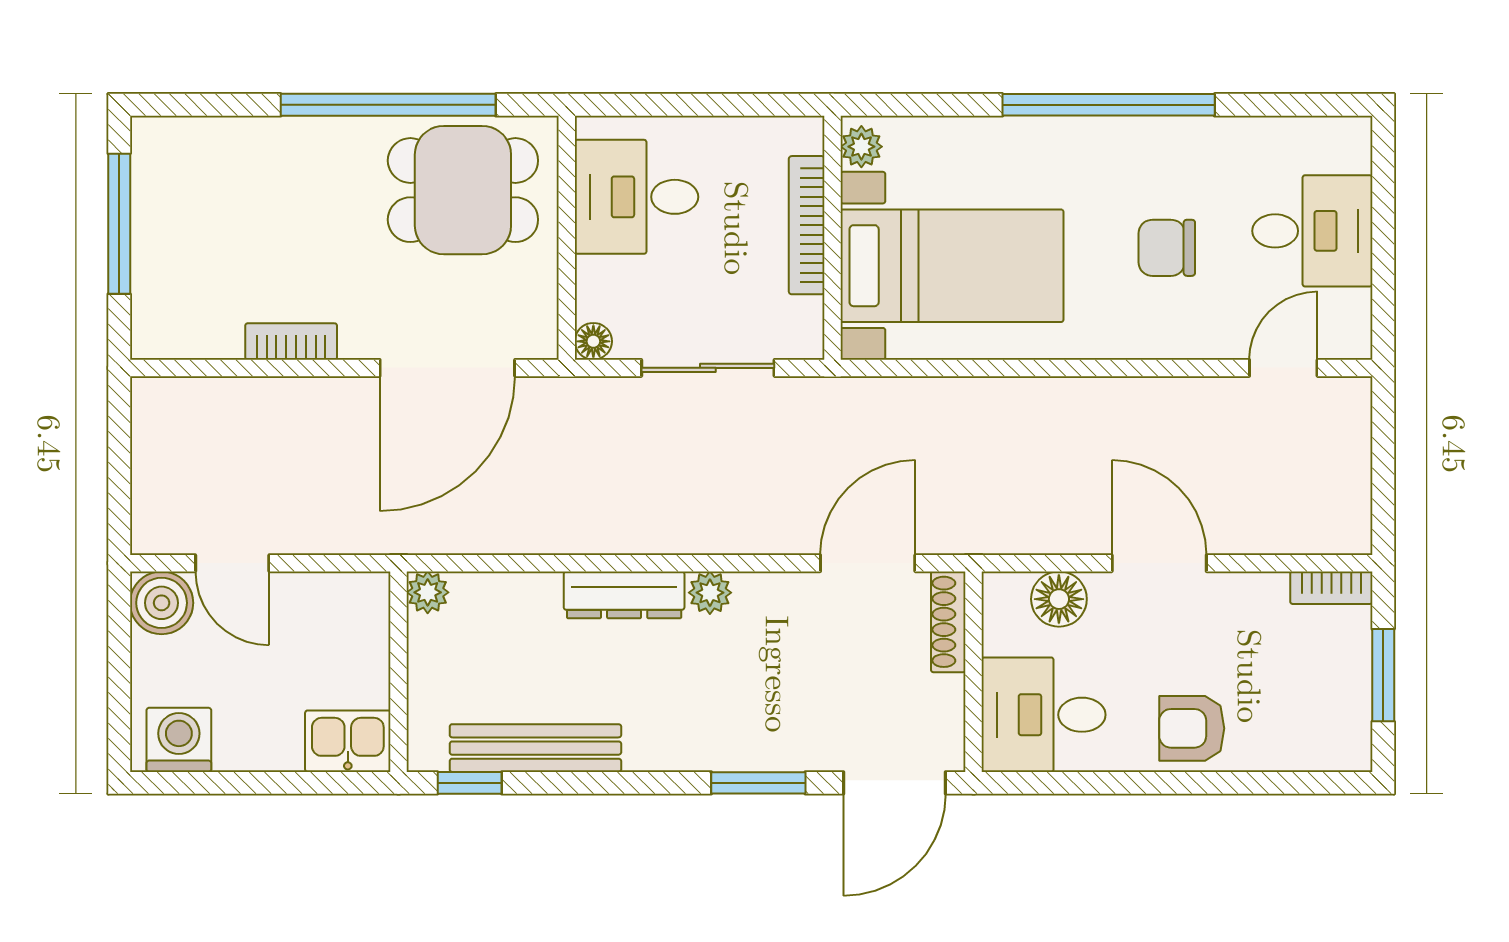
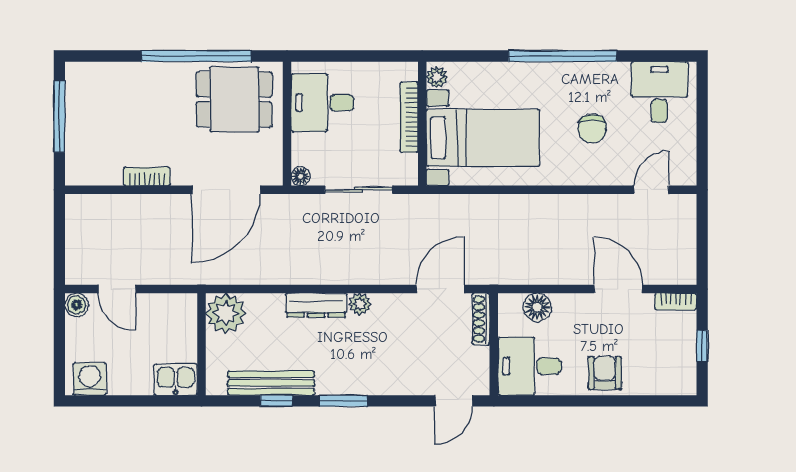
desk: (1312, 231) -> (659, 92), moved, turned -90
chair: (1167, 248) -> (592, 129), turned -90
door: (1159, 563) -> (618, 289), moved
plant: (428, 592) -> (226, 313), width x1.88, depth x1.88
boiler: (162, 603) -> (77, 305), width x0.73, depth x0.73
window: (1383, 675) -> (702, 346), width x0.67
armchair: (1192, 728) -> (605, 373), turned 90
window: (470, 783) -> (276, 401), moved
window: (758, 783) -> (343, 401), moved
door: (895, 783) -> (454, 401), width x0.73

